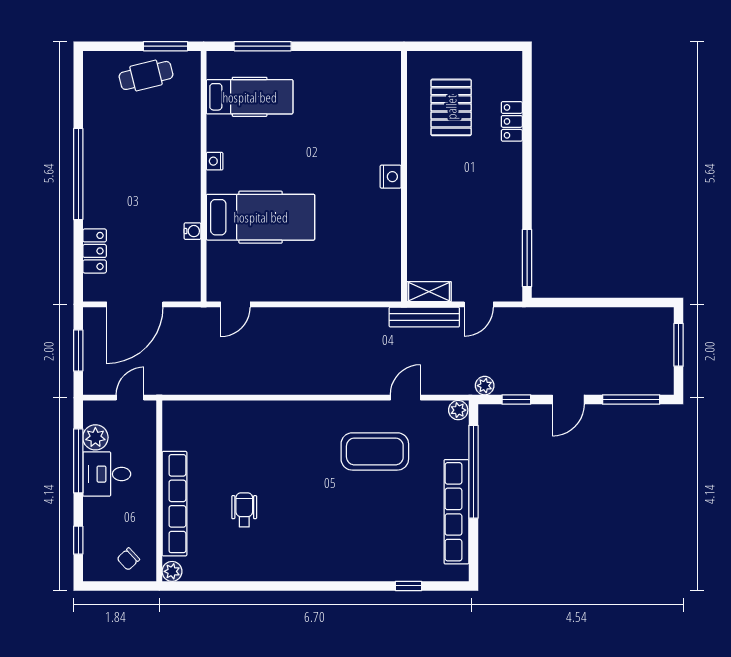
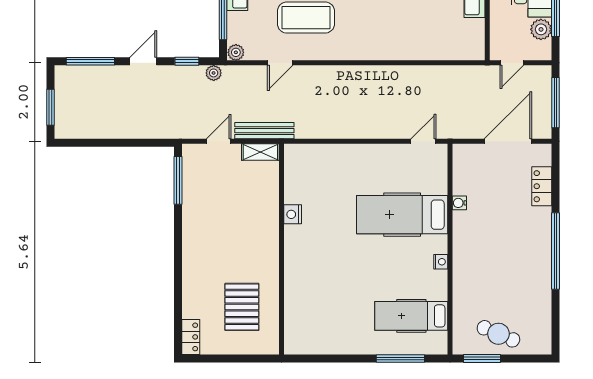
cafe table: (146, 75) -> (498, 334), turned 37
locker: (512, 121) -> (191, 337), moved
nightstand: (391, 177) -> (293, 214), moved
window: (78, 350) -> (556, 103), width x1.44

